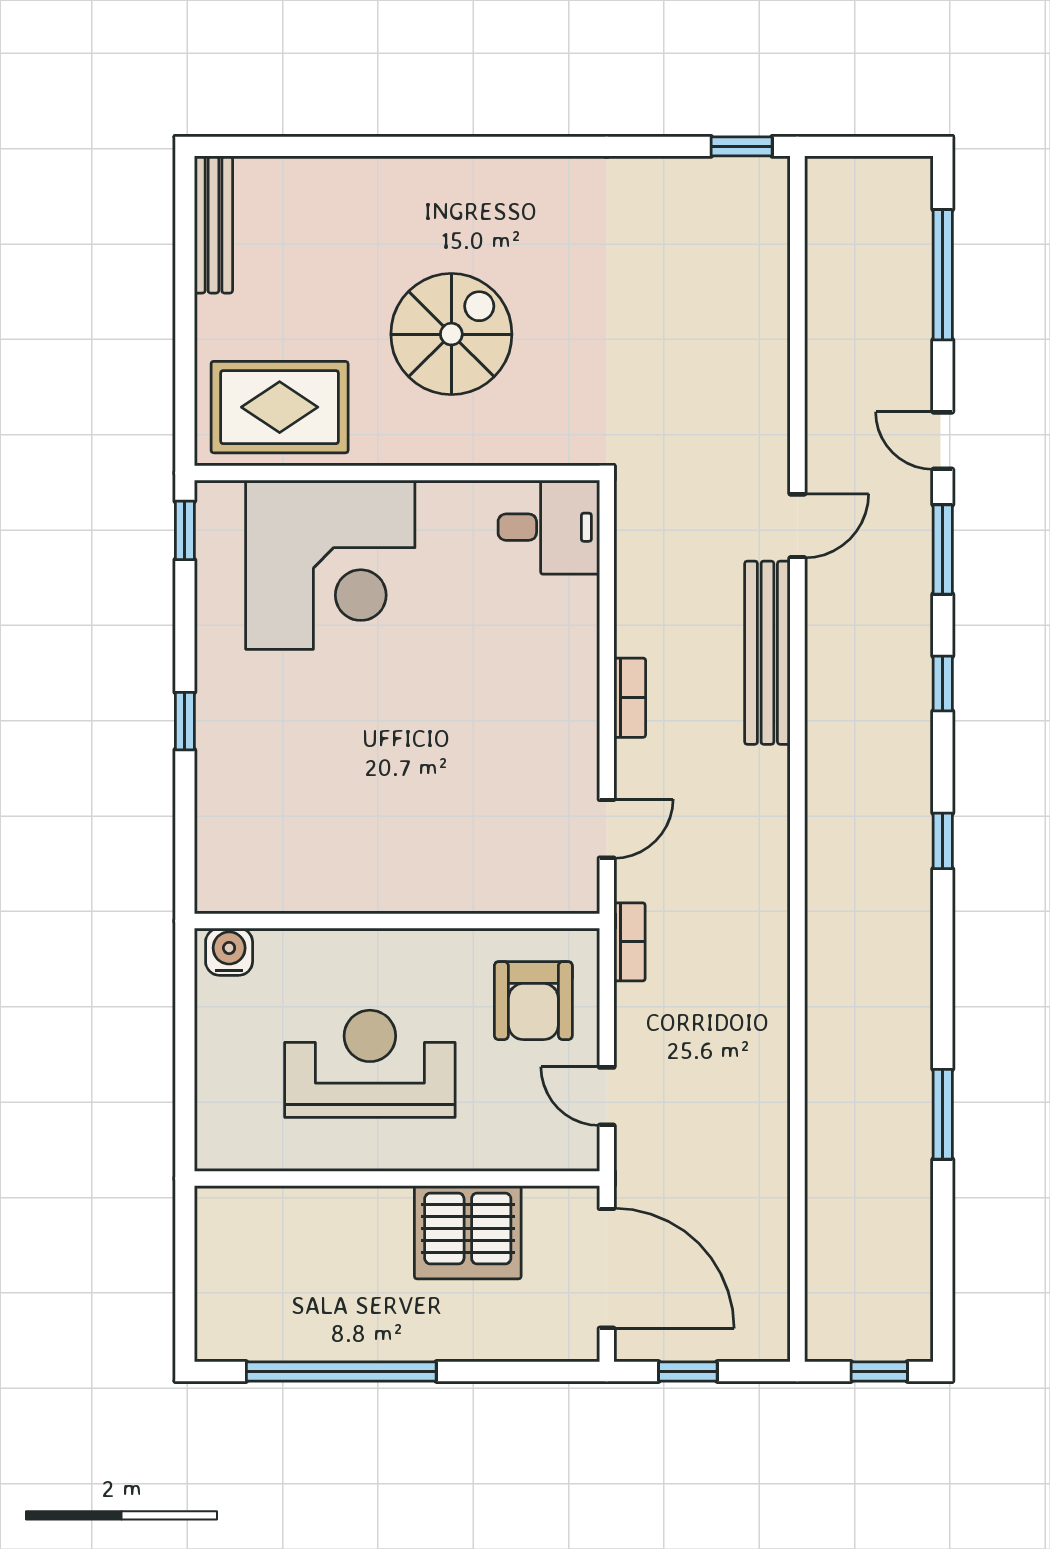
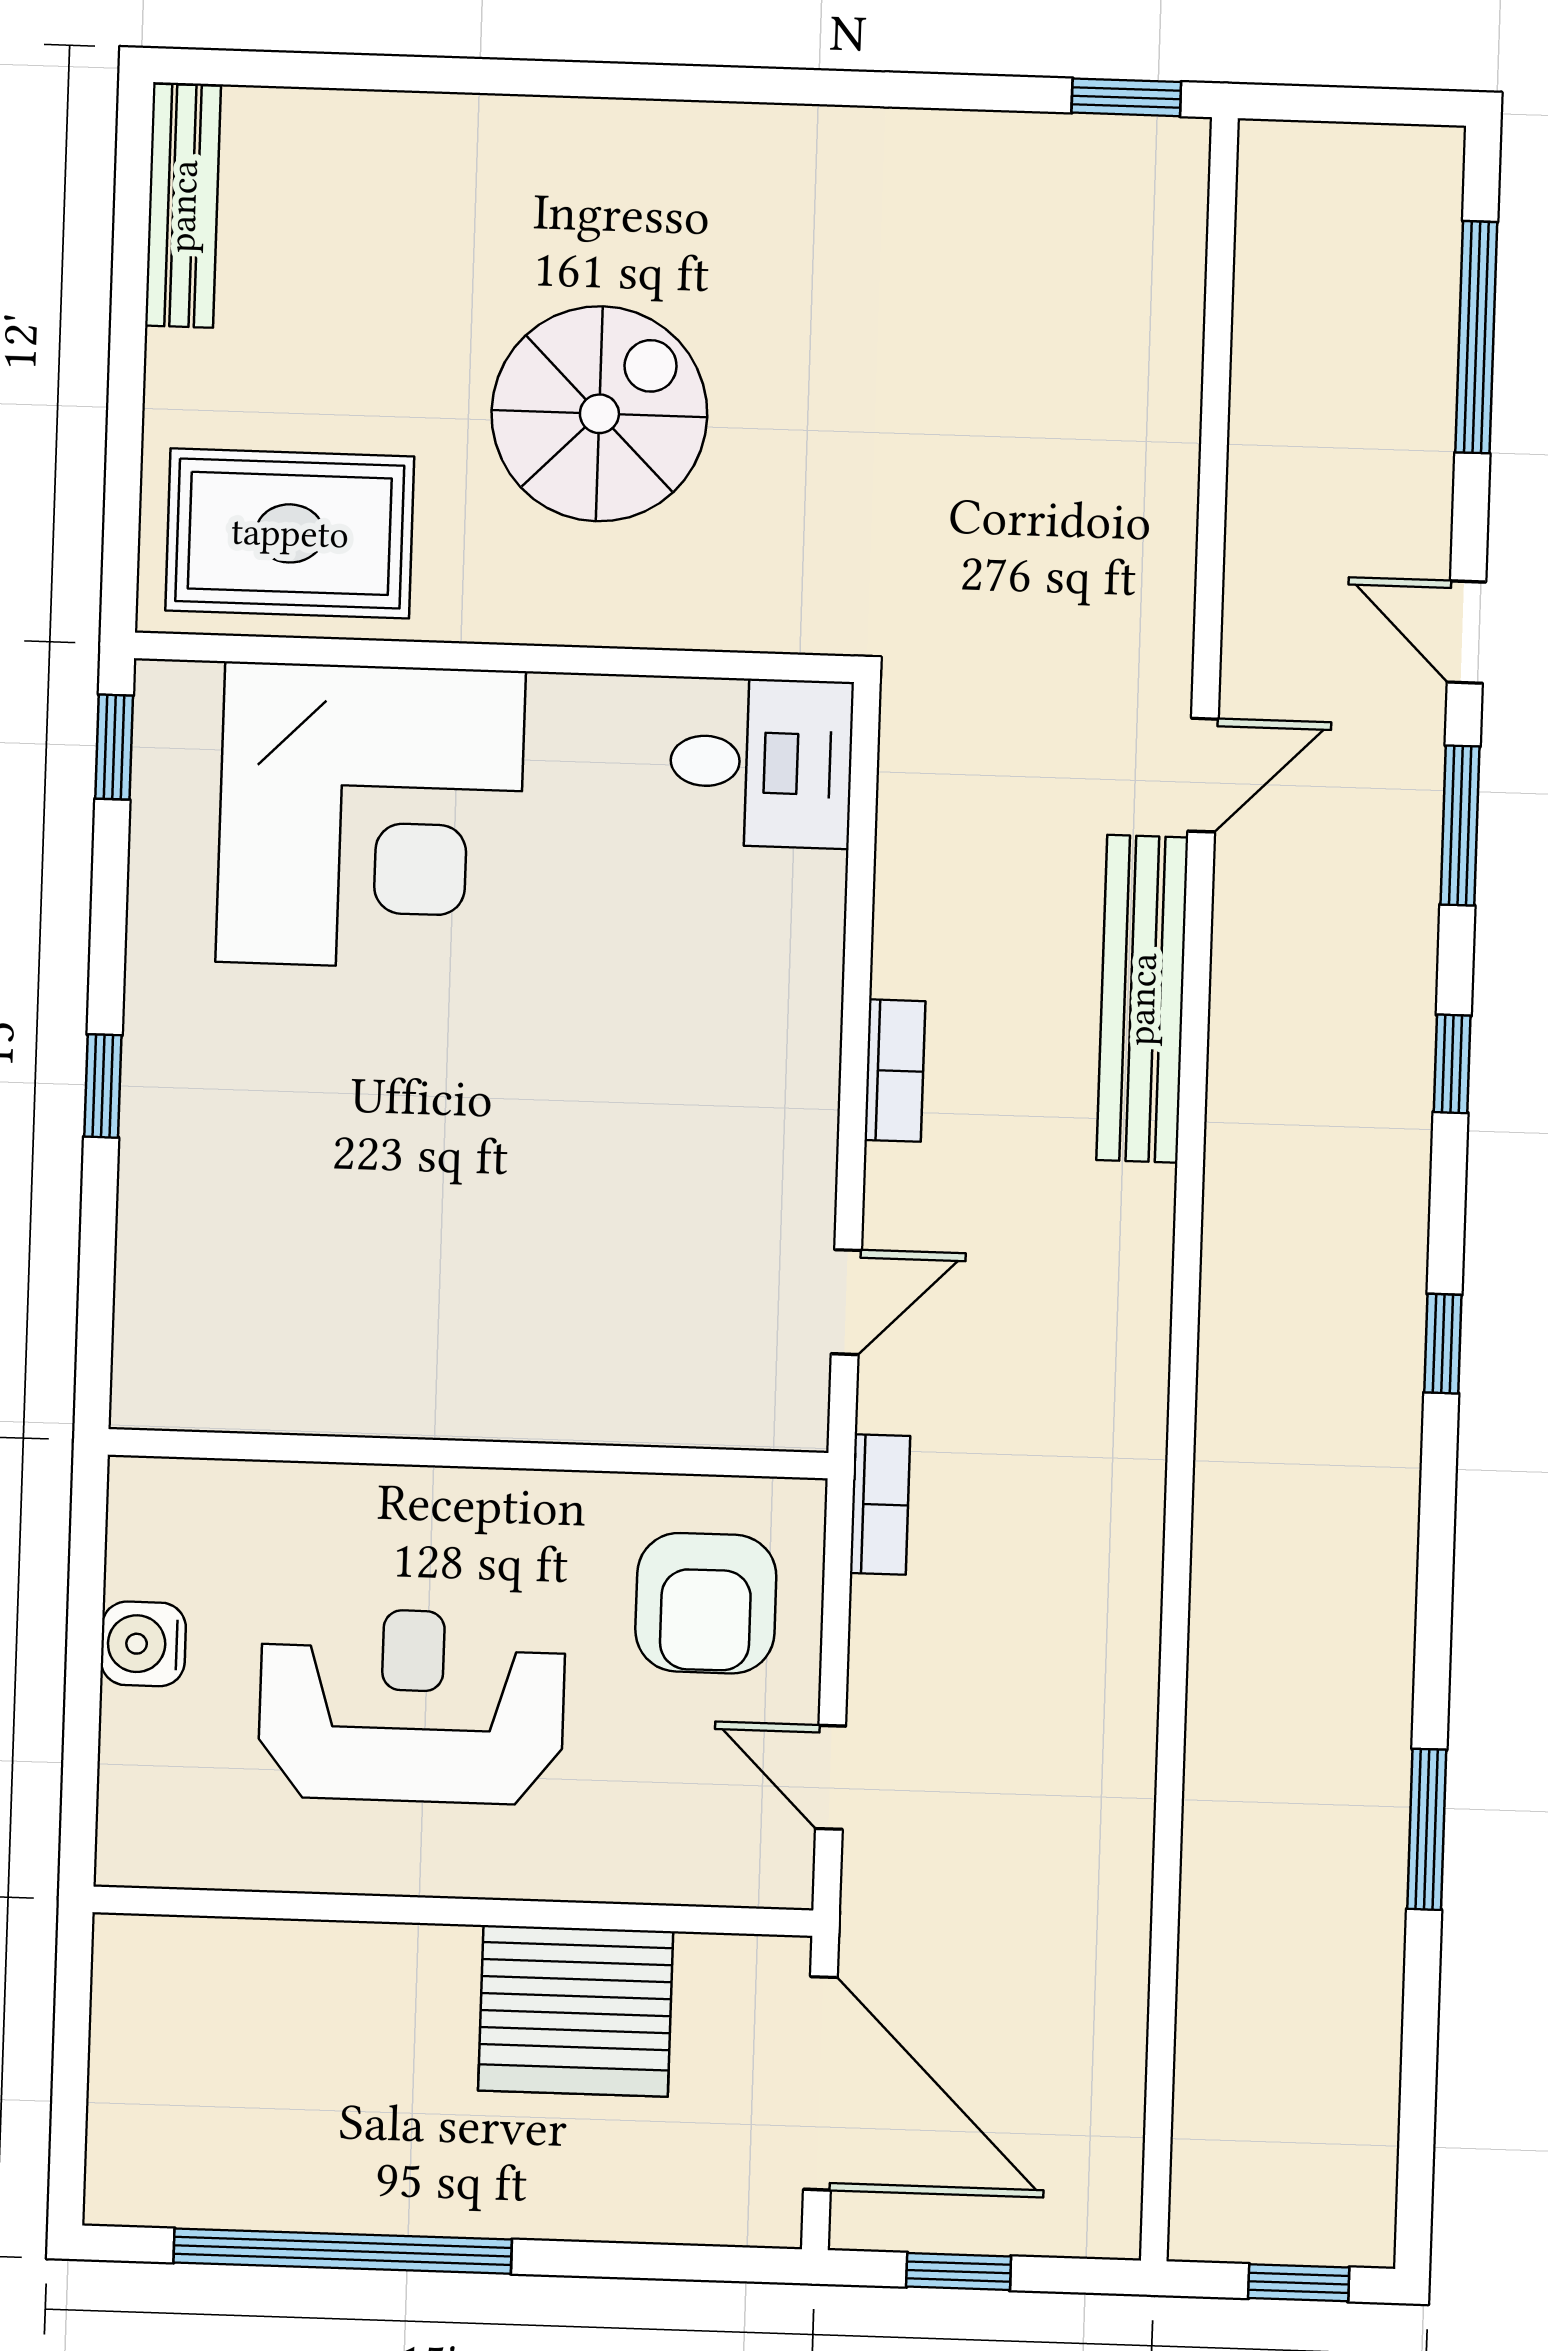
water cooler: (229, 952) -> (143, 1644), moved, turned -90

